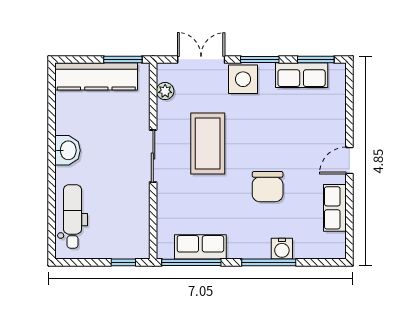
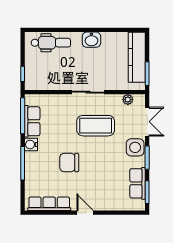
row of seats: (335, 208) -> (49, 204), width x1.48
water cooler: (282, 249) -> (31, 145), moved

